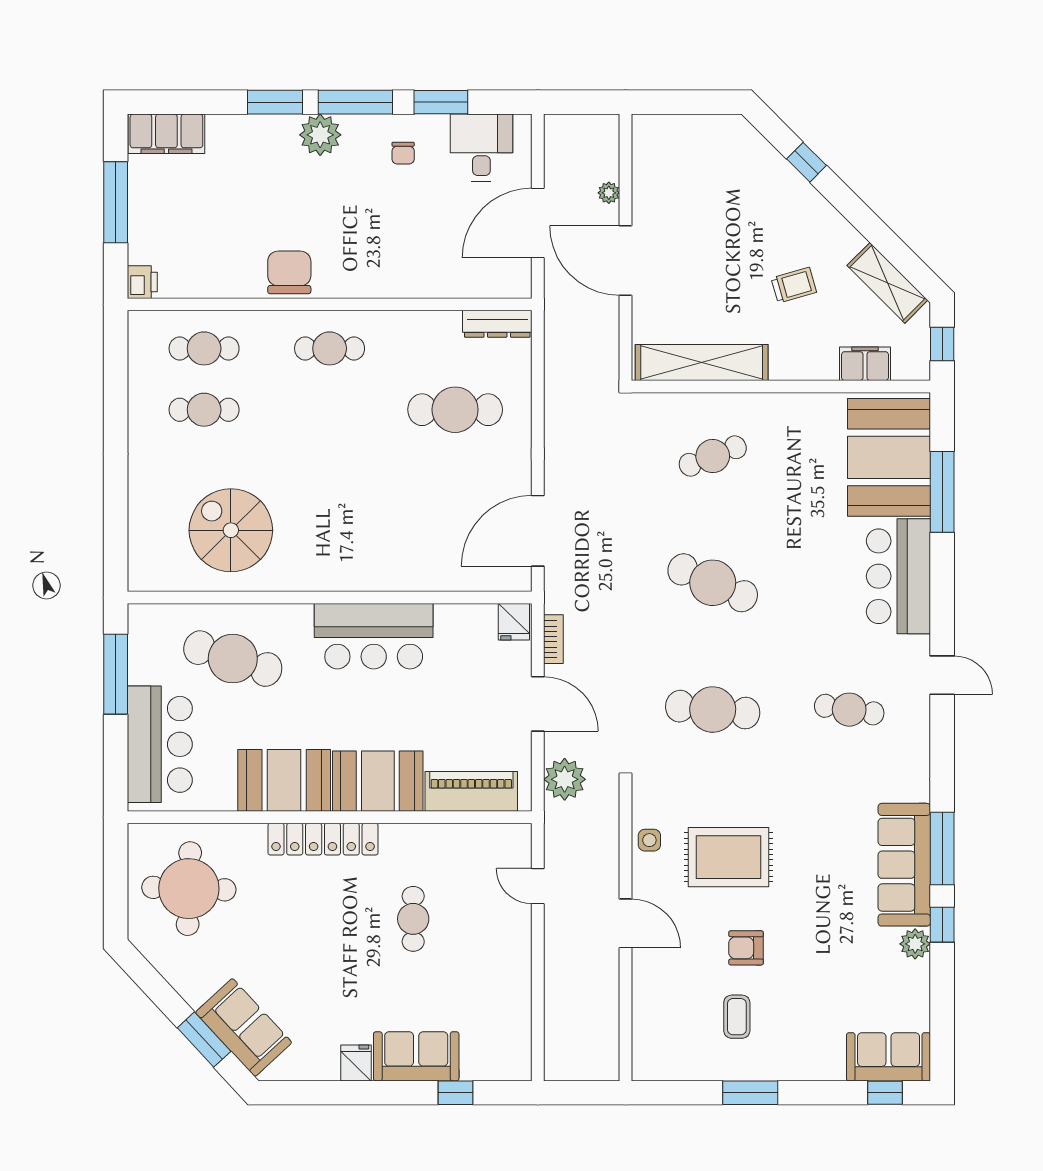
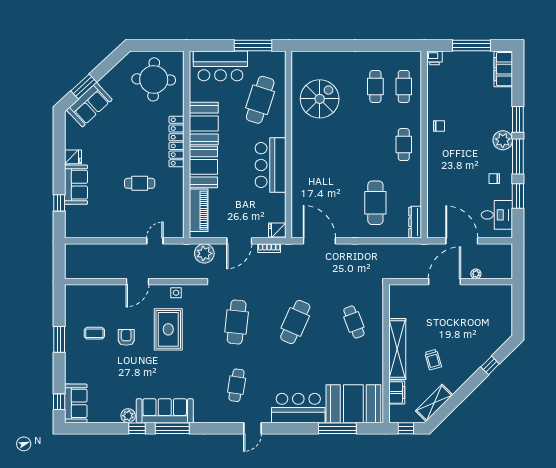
chair: (289, 272) -> (439, 126), width x0.54, depth x0.54
shelving: (702, 362) -> (397, 349), moved

